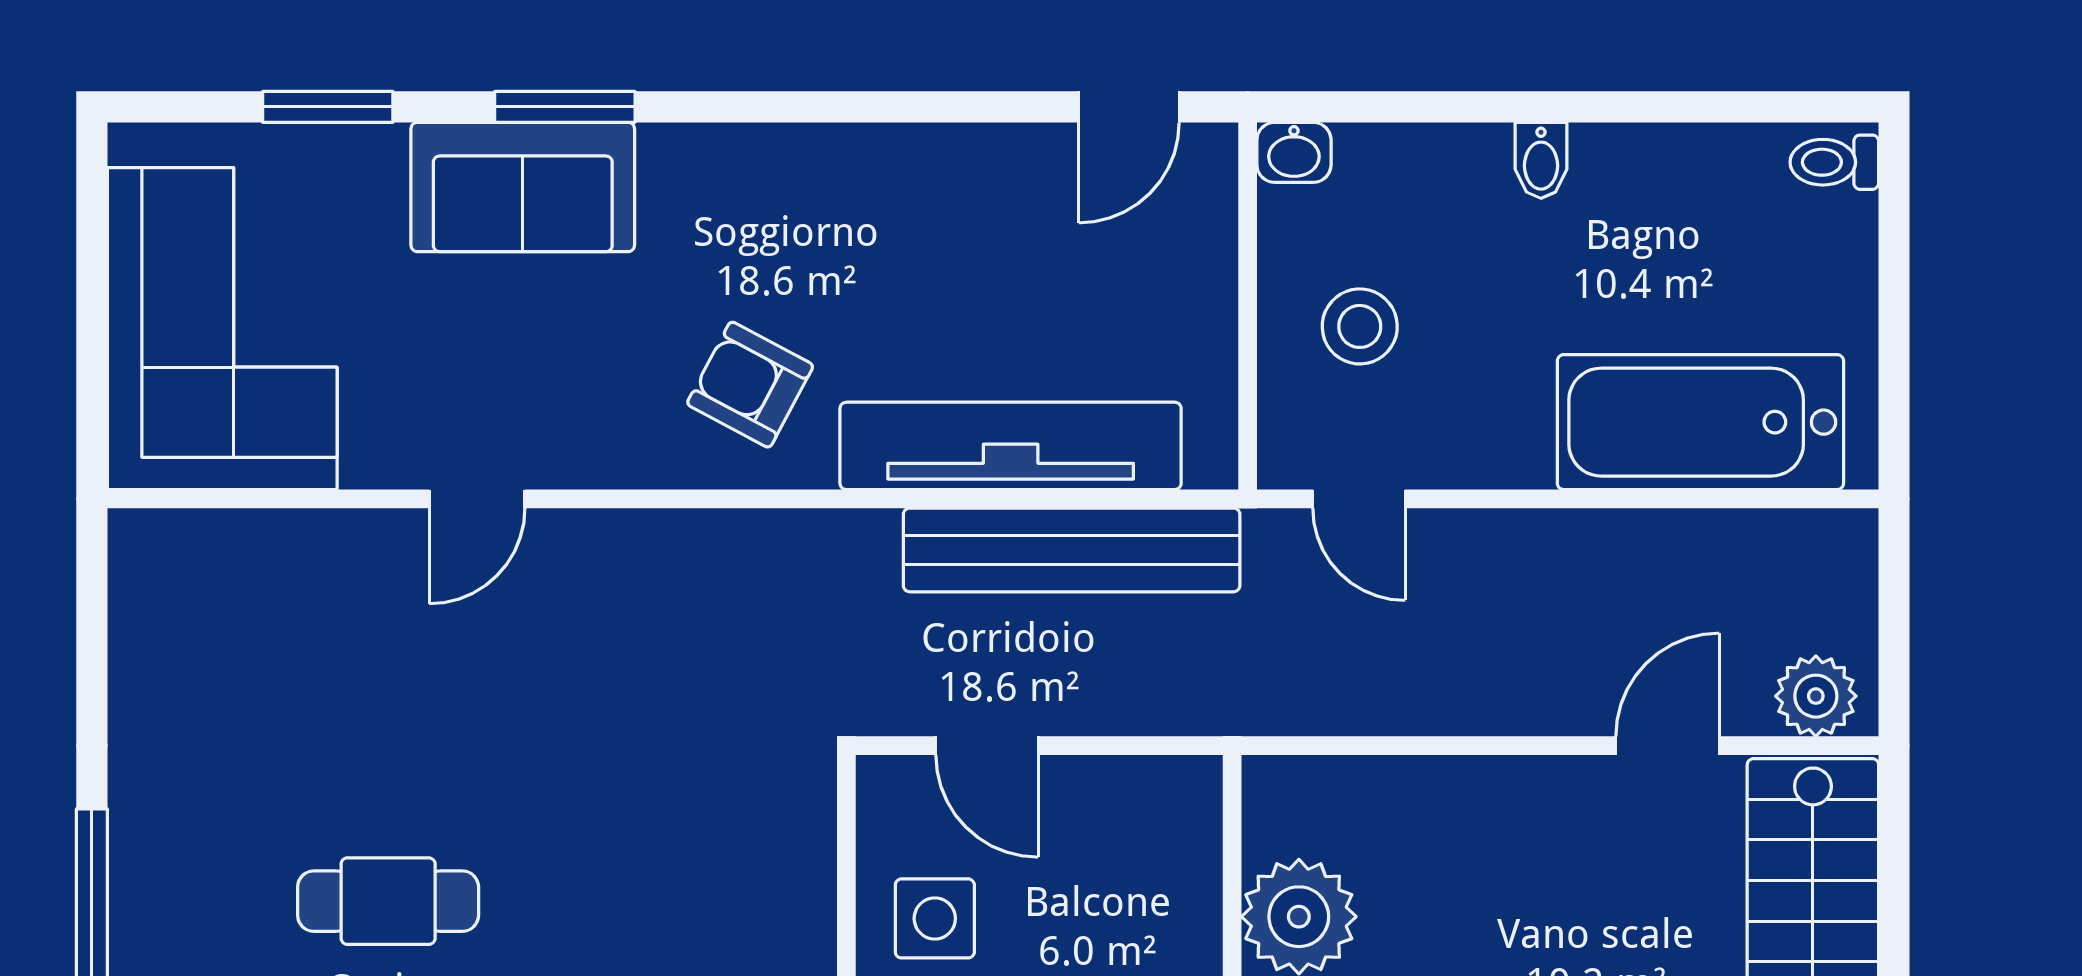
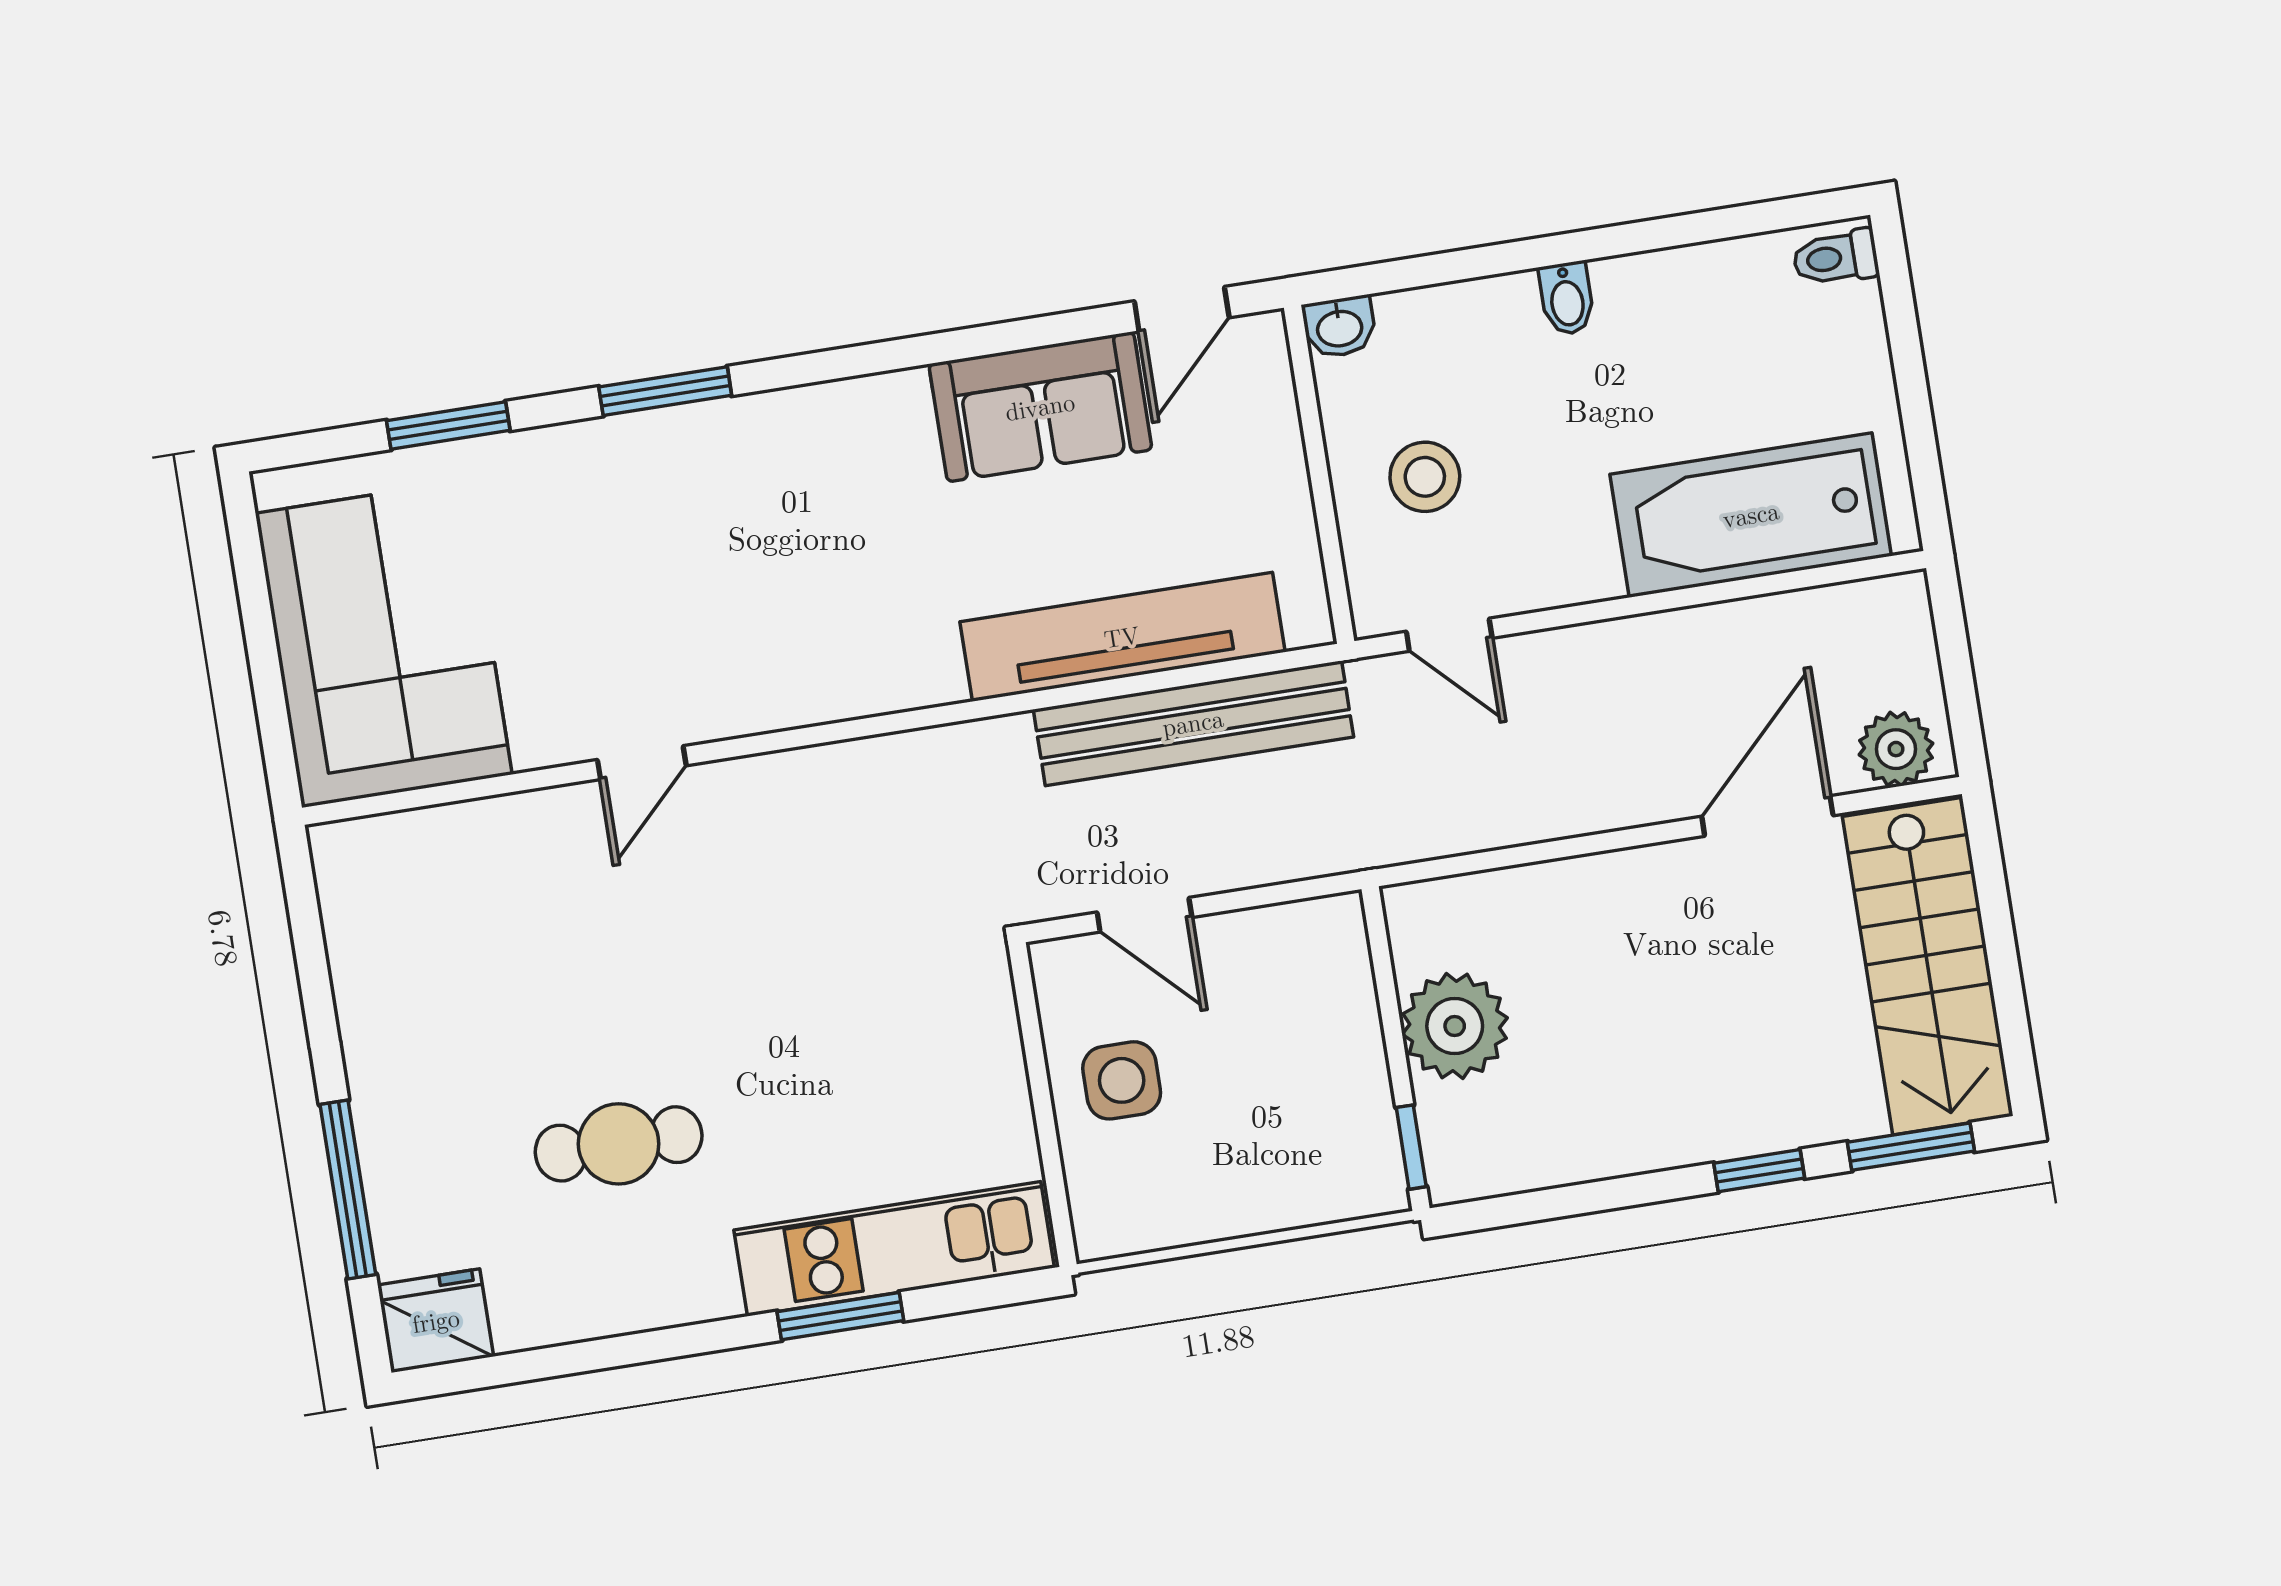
sofa: (523, 187) -> (1040, 407), moved
armchair: (750, 385) -> (875, 618), removed
door: (1668, 746) -> (1767, 816), width x1.38

